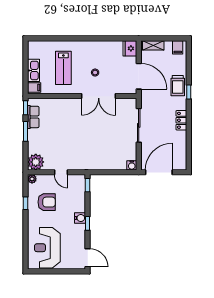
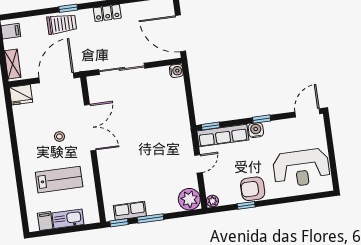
filing cabinet: (34, 87) -> (45, 221), moved
row of seats: (79, 193) -> (223, 136), added
armchair: (47, 202) -> (253, 189), moved, turned -90

